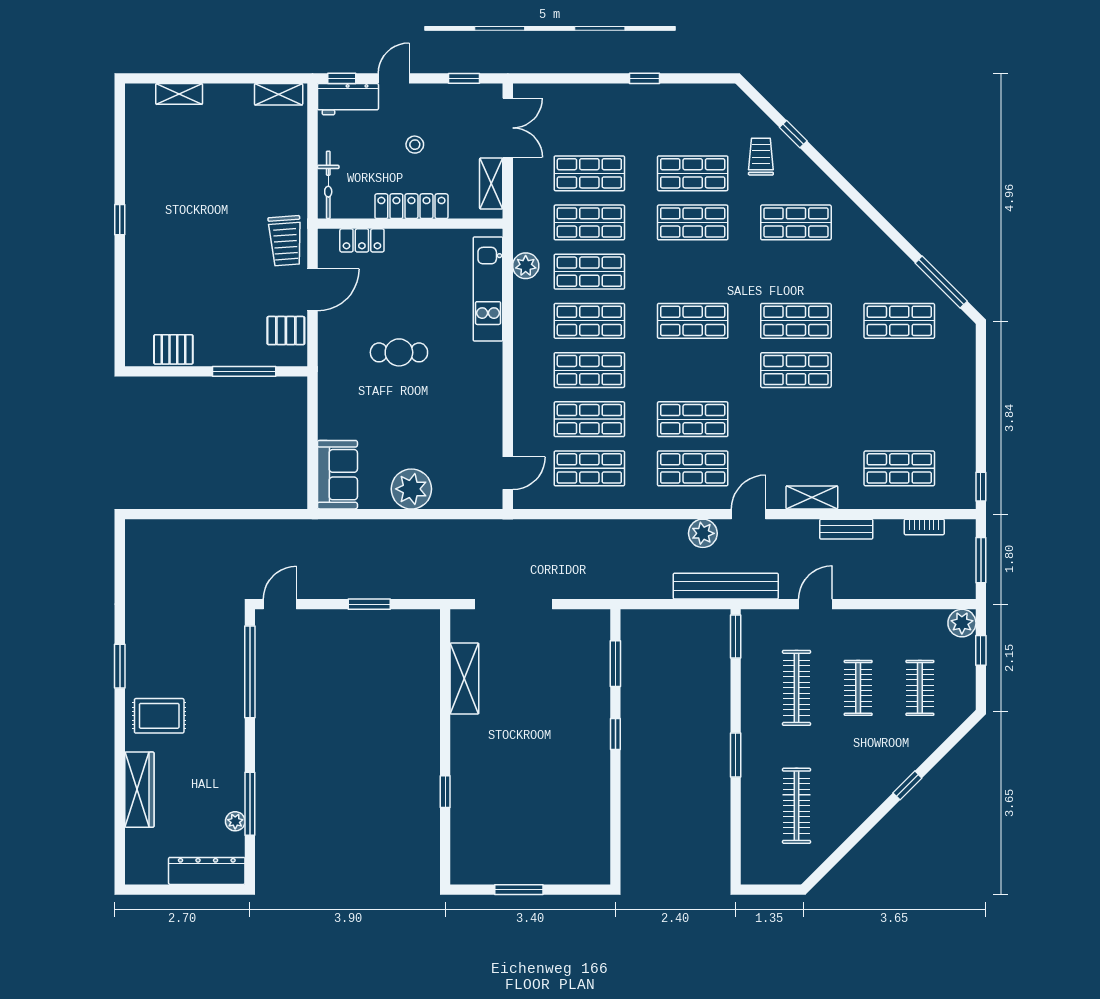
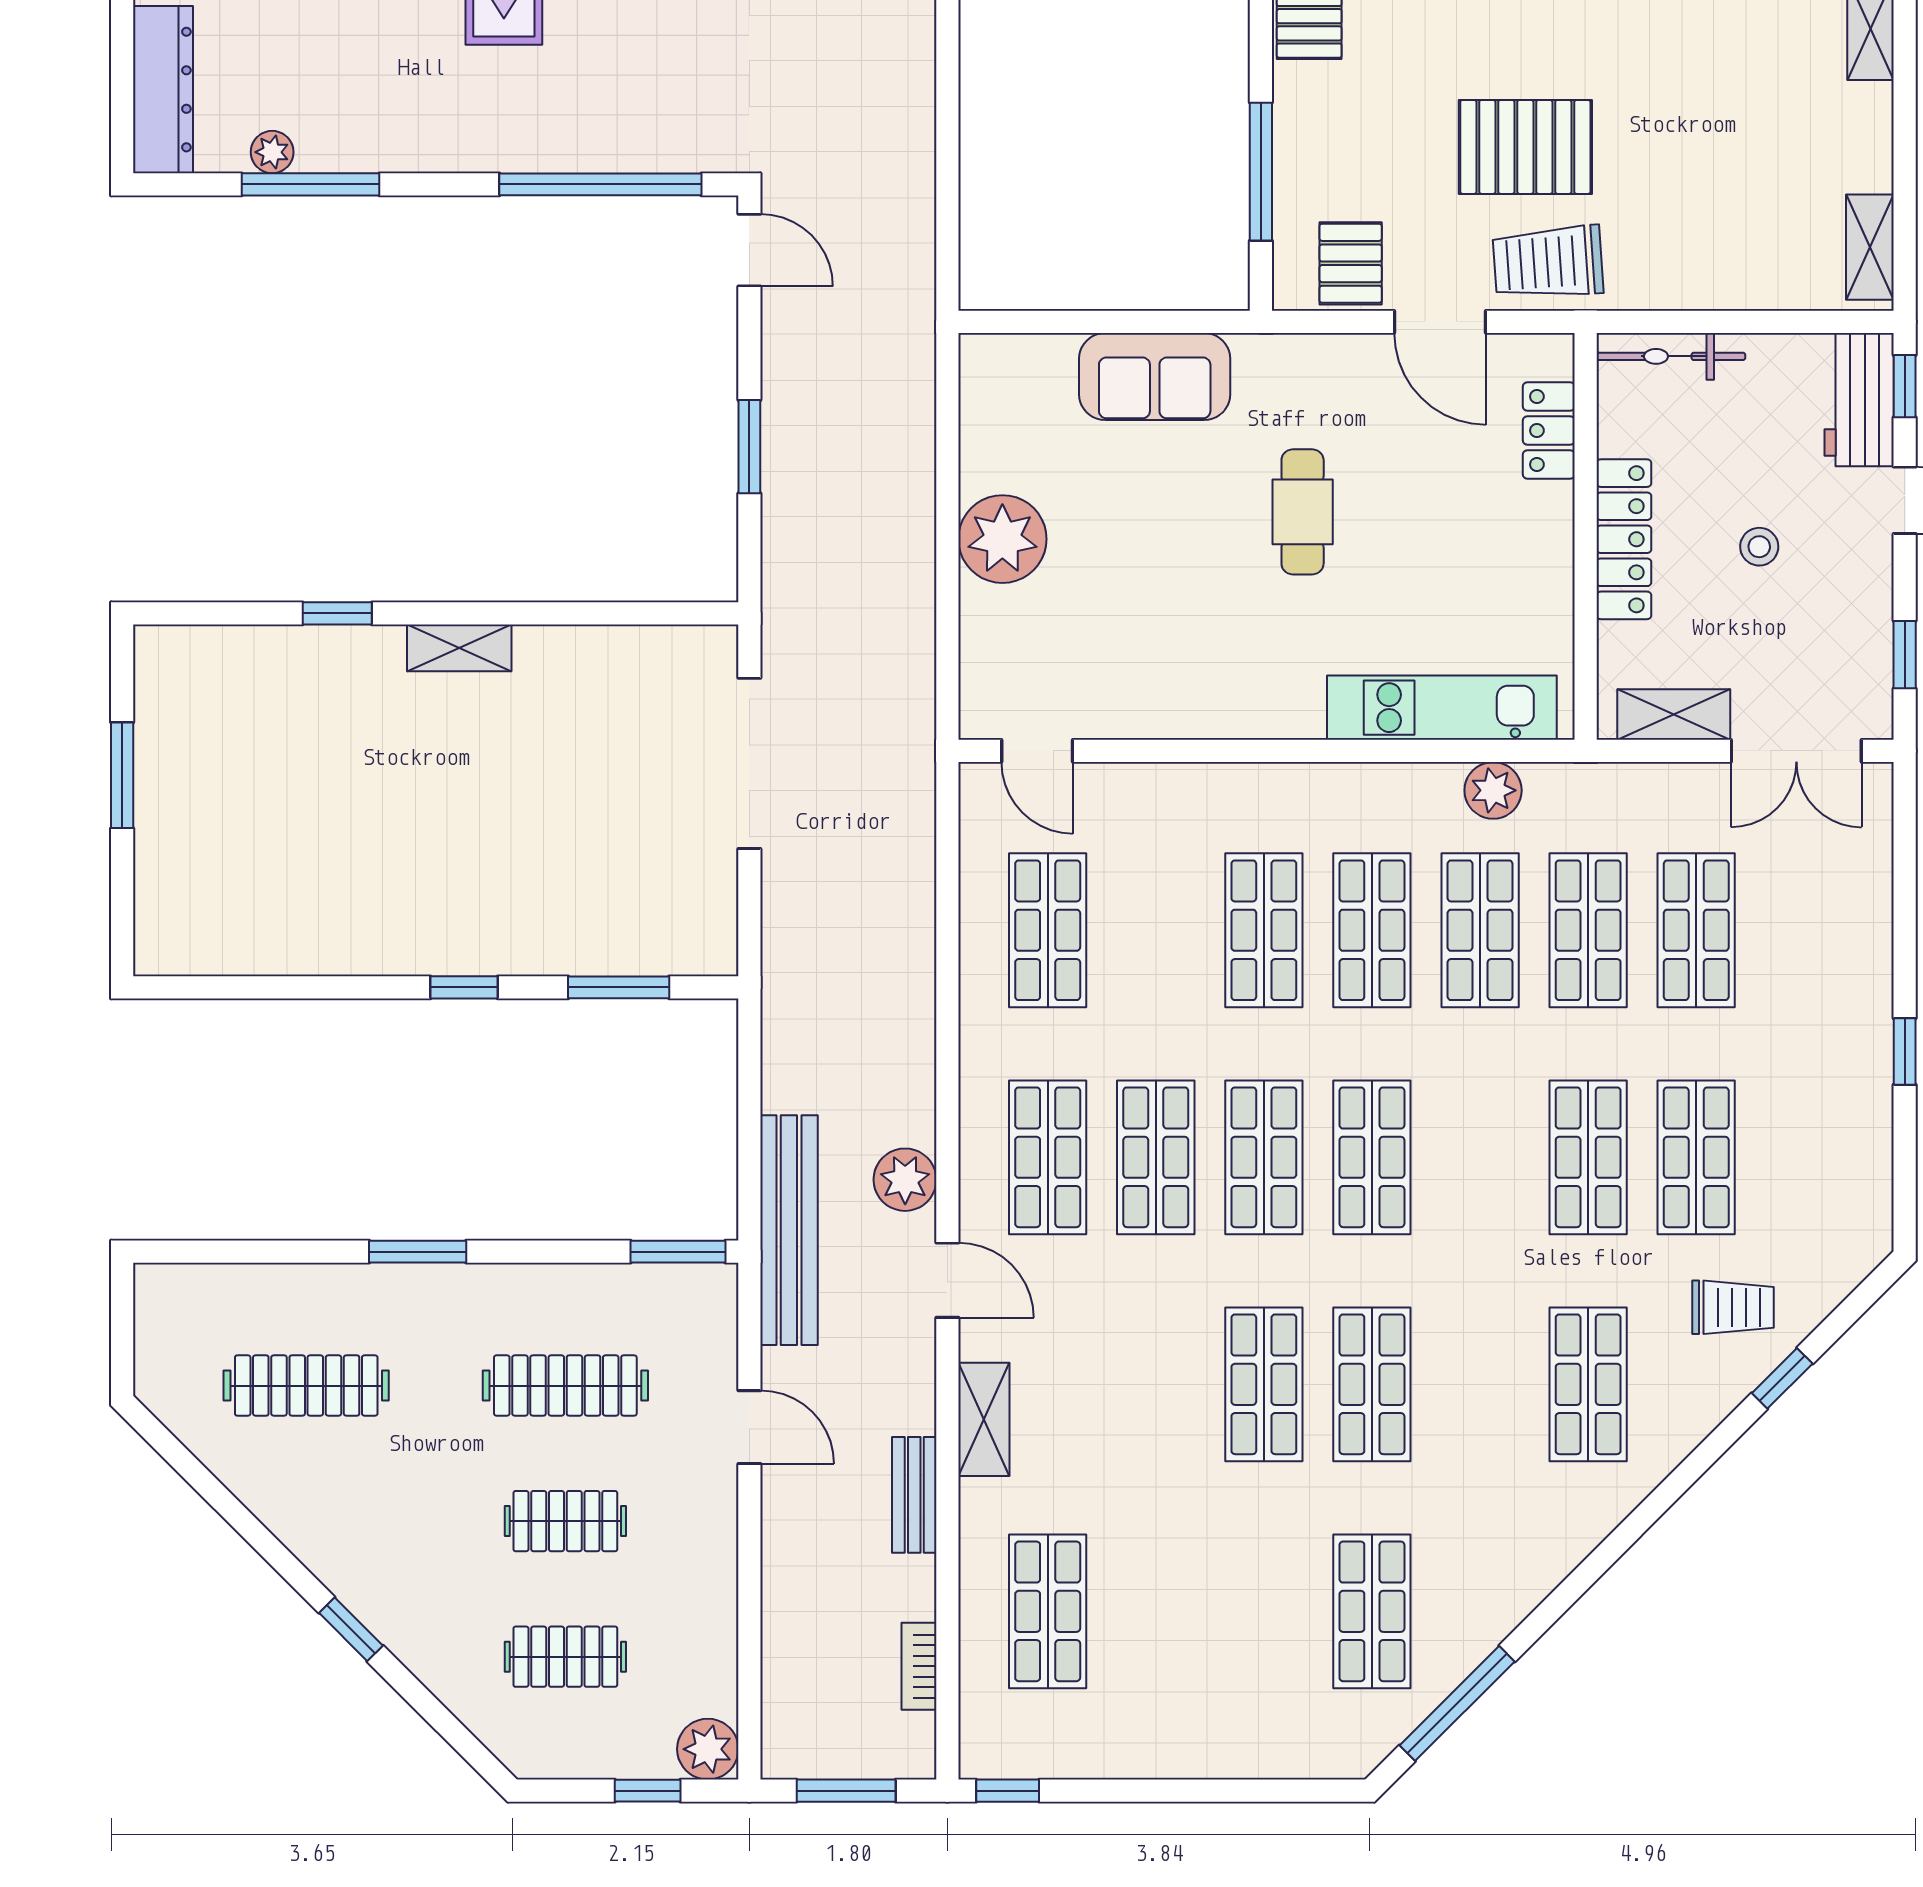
pallet: (233, 251) -> (1525, 147), added
shop shelf: (589, 419) -> (1264, 1157), moved
sofa: (337, 475) -> (1155, 377), moved
shelving: (464, 679) -> (459, 648), moved, width x0.67, depth x0.75

